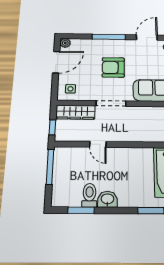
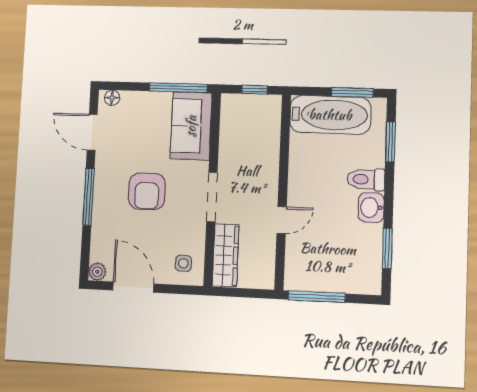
window: (52, 127) -> (251, 293), removed
toilet: (89, 195) -> (366, 179), moved

